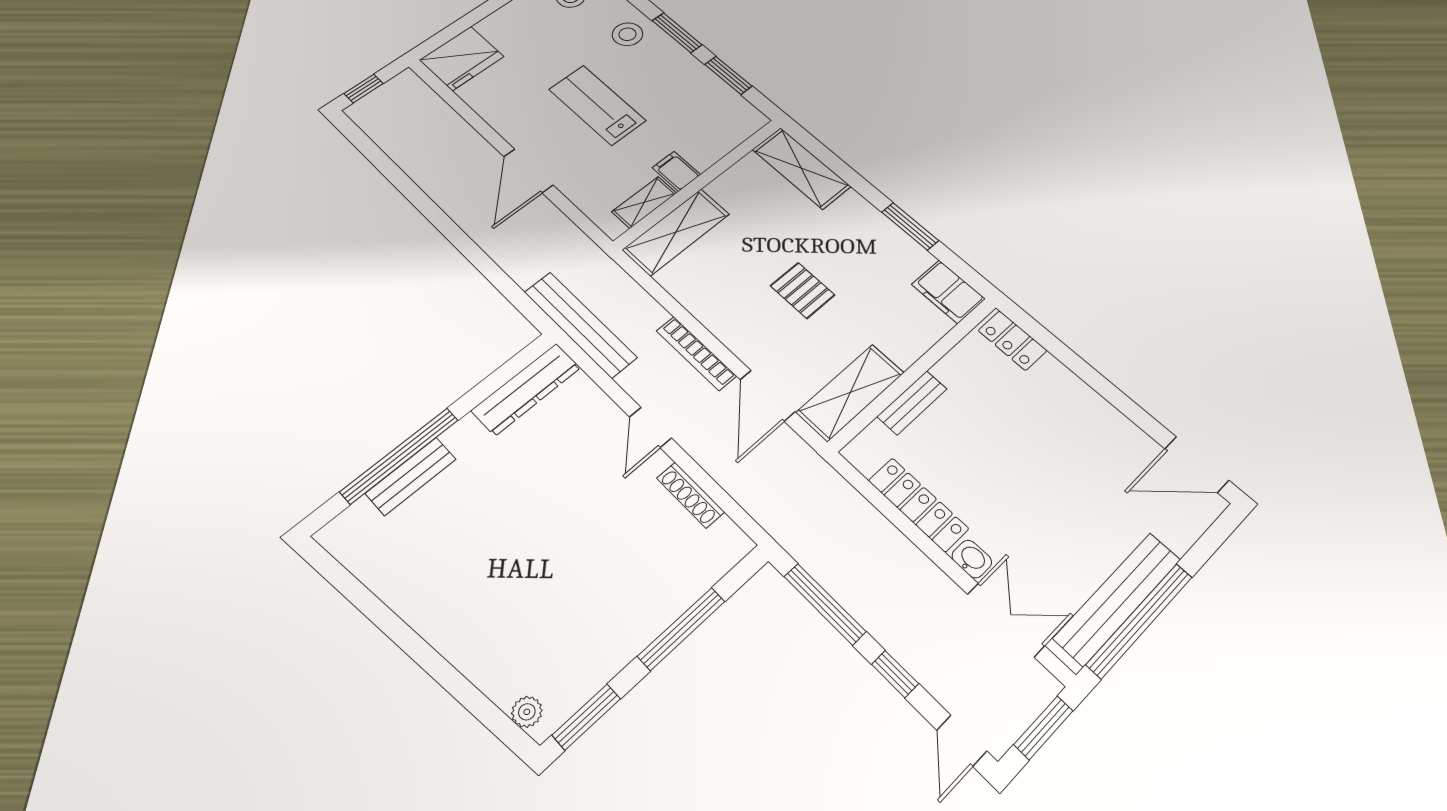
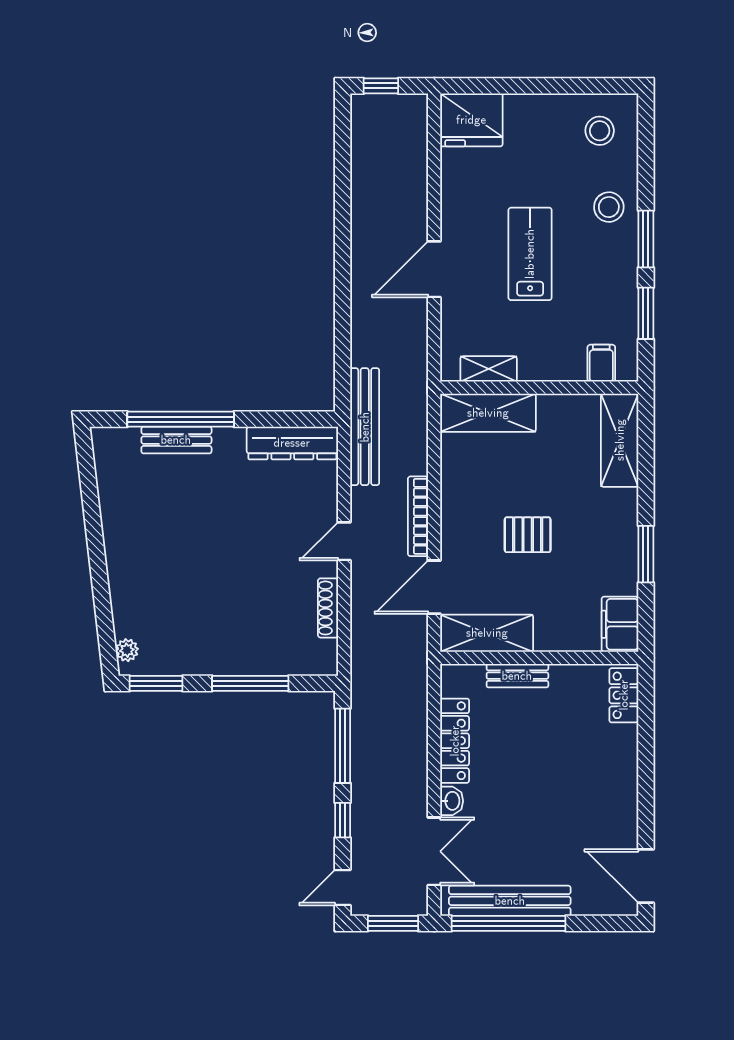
filing cabinet: (676, 171) -> (601, 363), moved
pallet: (803, 290) -> (528, 535), turned 90

